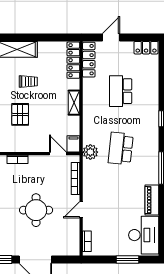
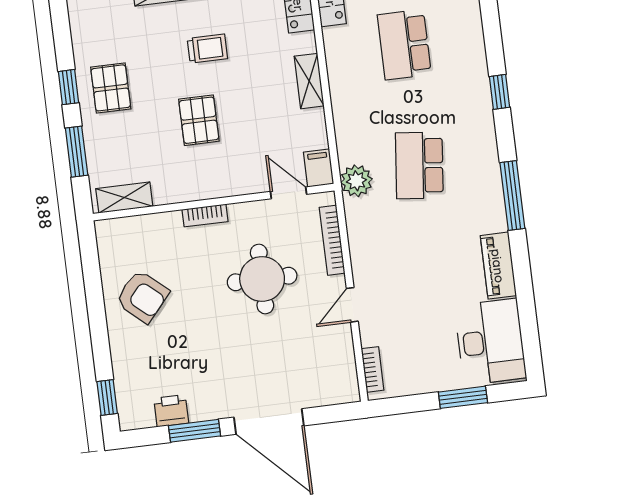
round table: (36, 210) -> (262, 279), moved

